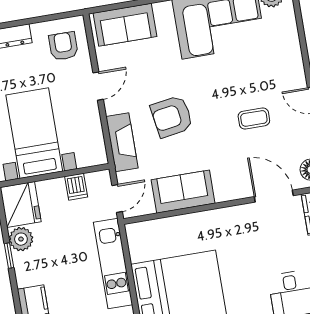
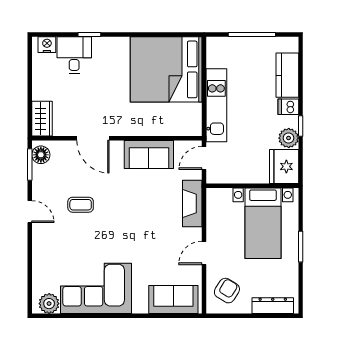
armchair: (63, 46) -> (227, 291), turned -148
armchair: (172, 117) -> (148, 218), removed
dishwasher: (76, 187) -> (288, 107), moved, turned -90
door: (274, 196) -> (93, 138), moved

